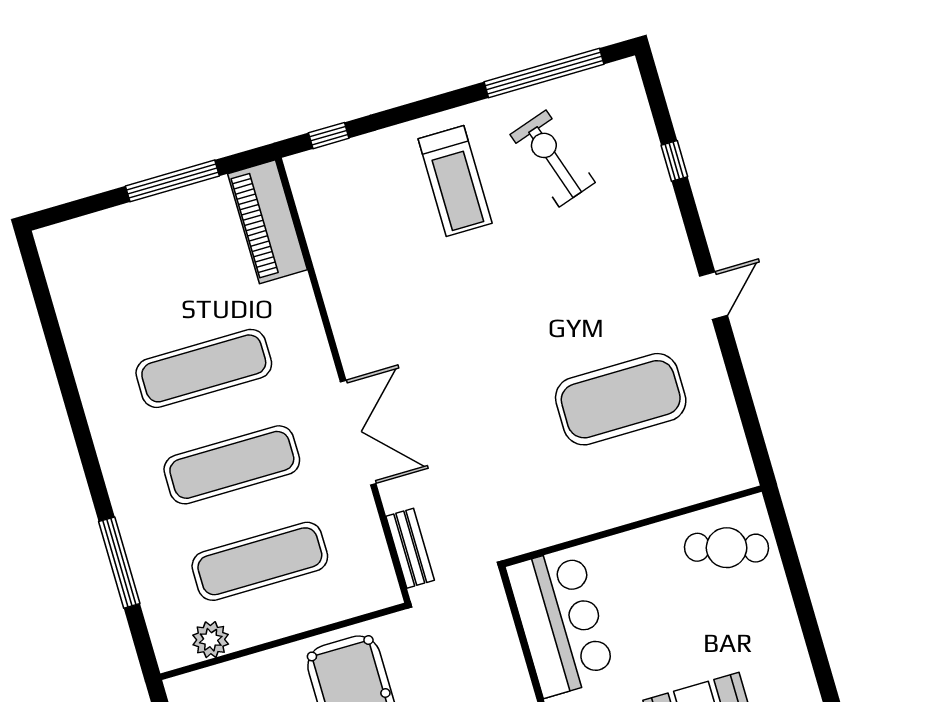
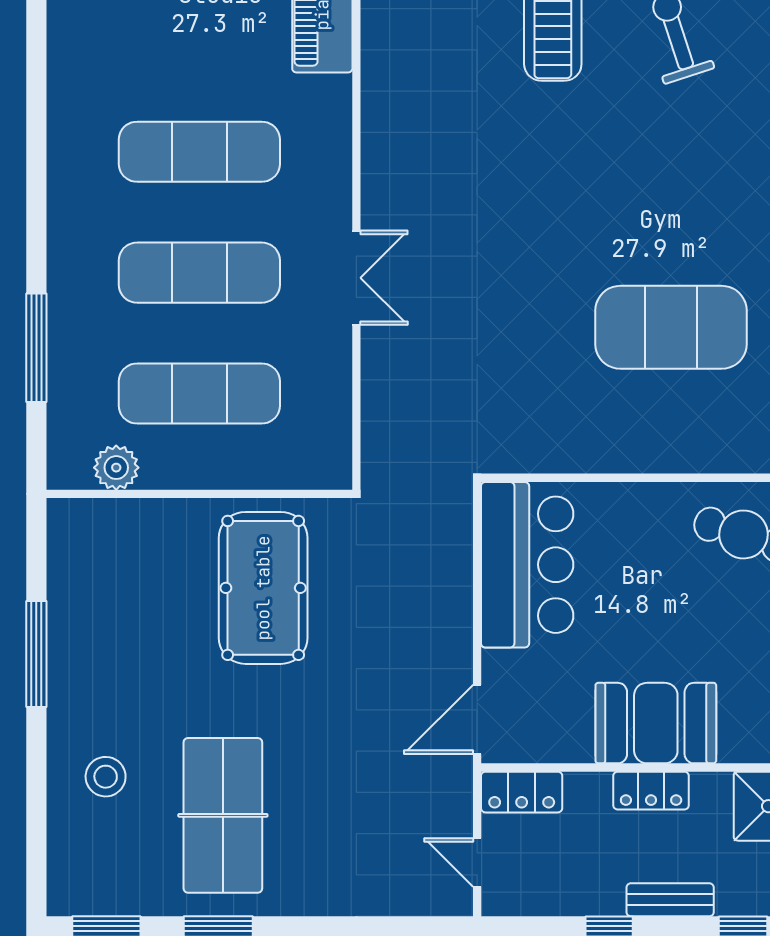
double door: (358, 433) -> (356, 278), width x0.73
bench: (410, 548) -> (378, 429), removed

